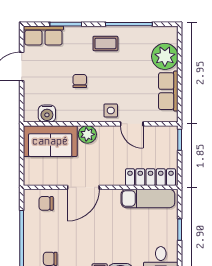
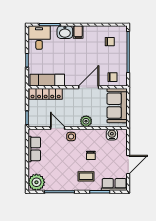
coffee table: (105, 43) -> (86, 176), moved
plant: (165, 56) -> (36, 182), moved
sofa: (50, 141) -> (117, 106), moved, turned -90

